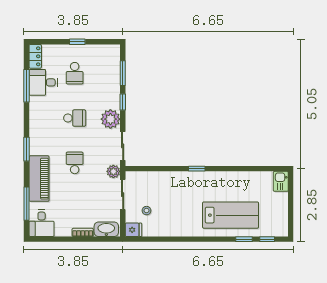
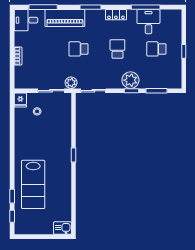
locker: (35, 56) -> (116, 15), moved
school desk: (75, 118) -> (117, 49), turned 180
plant: (110, 119) -> (130, 80), moved
school desk: (75, 163) -> (79, 49), turned 180
washbasin: (106, 229) -> (21, 76), removed

